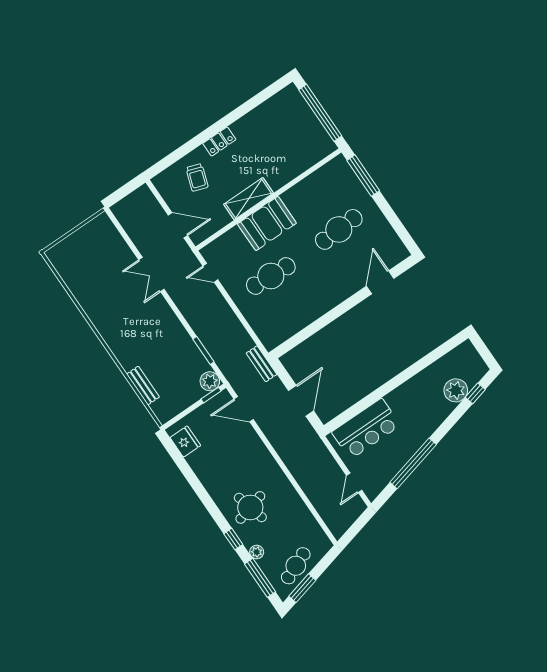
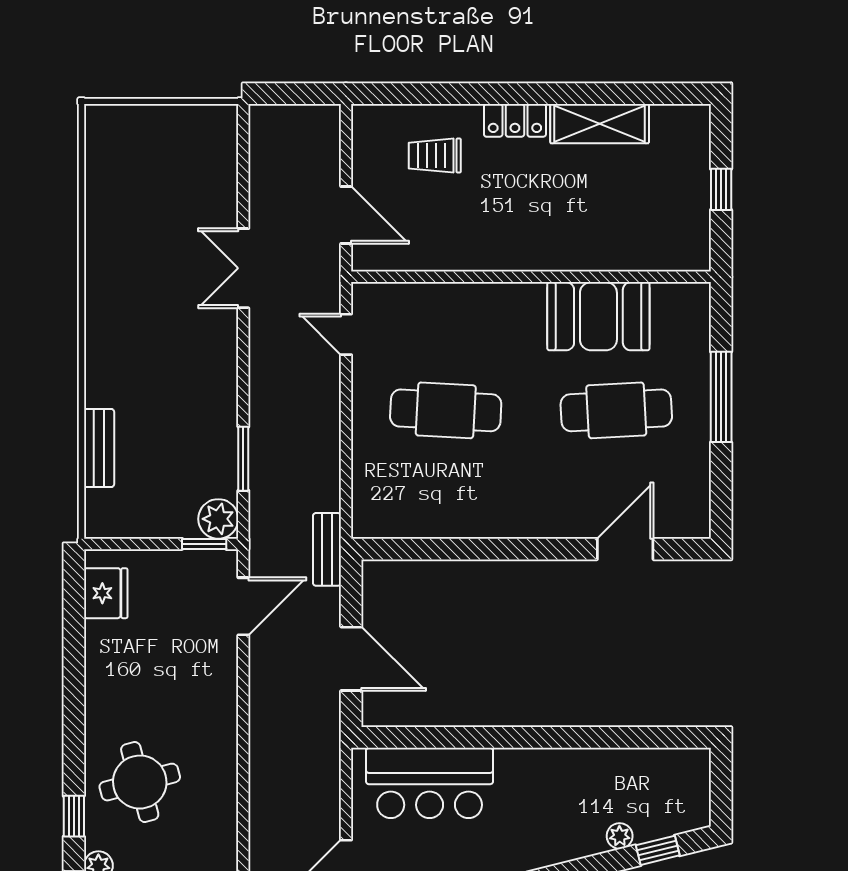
window: (320, 113) -> (721, 189), width x0.32
window: (363, 176) -> (721, 397), moved
trolley: (197, 177) -> (435, 156), turned 71
shelving: (249, 199) -> (600, 124), moved
booth: (267, 224) -> (598, 316), moved
plant: (456, 390) -> (620, 836), width x0.53, depth x0.53
door: (301, 401) -> (351, 659), hinge flipped
door: (244, 409) -> (243, 606), swing flipped

